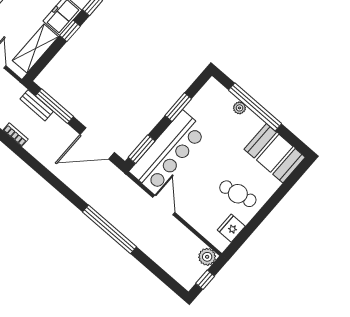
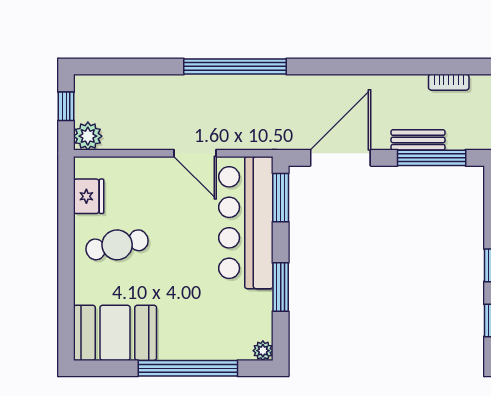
bench: (37, 105) -> (418, 140), moved
plant: (239, 108) -> (263, 351), moved

